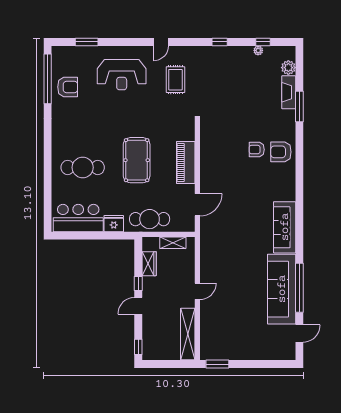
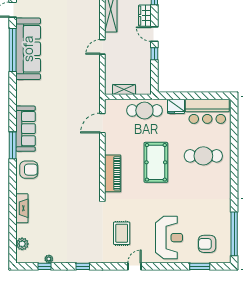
reception desk: (122, 75) -> (169, 238), turned 90
armchair: (68, 87) -> (207, 244), moved
fireplace: (289, 92) -> (22, 208), moved
window: (299, 106) -> (13, 145), moved
armchair: (257, 150) -> (50, 172), removed
piano: (186, 162) -> (113, 173), moved
sofa: (285, 227) -> (26, 129), moved
wardrobe: (149, 264) -> (145, 16), moved
door: (138, 306) -> (154, 34), swing flipped

